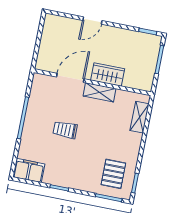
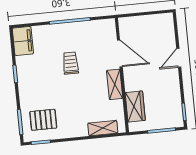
door: (92, 21) -> (179, 58), hinge flipped
wardrobe: (108, 74) -> (135, 106), moved

